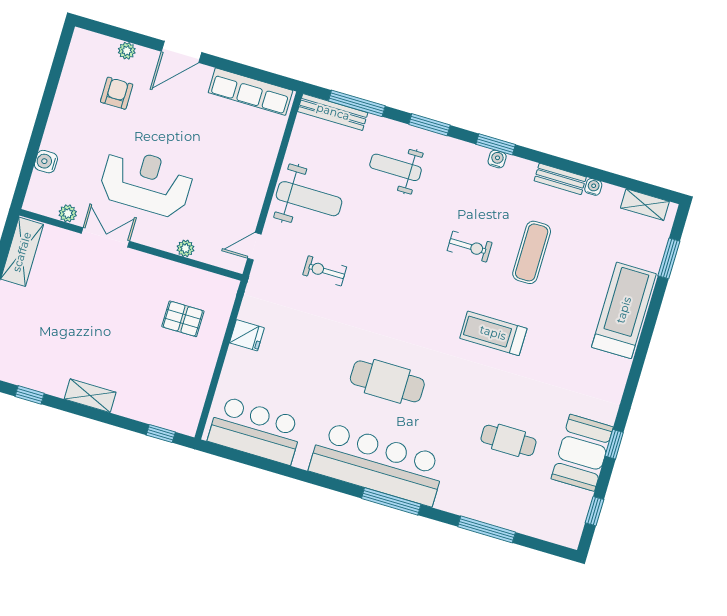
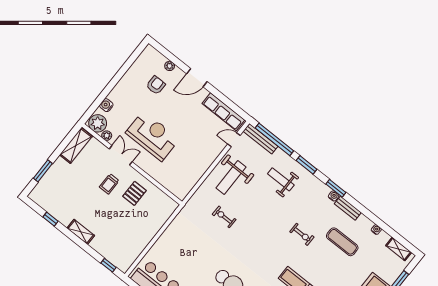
window: (357, 103) -> (274, 139), width x1.46
bench: (560, 179) -> (348, 208), moved
weight bench: (309, 199) -> (231, 177), turned 90
door: (254, 246) -> (234, 140), moved
plant: (185, 248) -> (98, 123), moved, width x1.87, depth x1.87
exercise mat: (532, 252) -> (342, 242), moved, turned 90
trolley: (105, 294) -> (109, 184), added
pallet: (183, 319) -> (134, 193), moved, turned 90
fridge: (247, 335) -> (172, 233), removed

